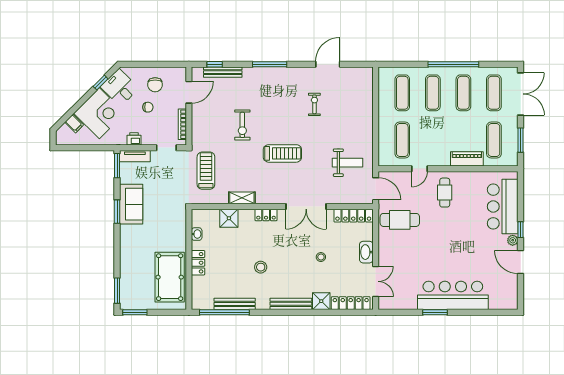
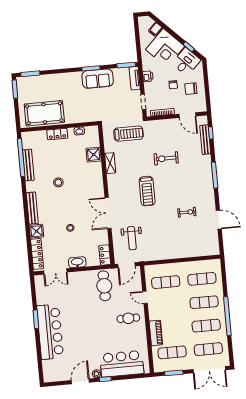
weight bench: (347, 163) -> (132, 238), moved
locker: (266, 215) -> (99, 183), removed
locker: (353, 216) -> (105, 255), width x0.66

